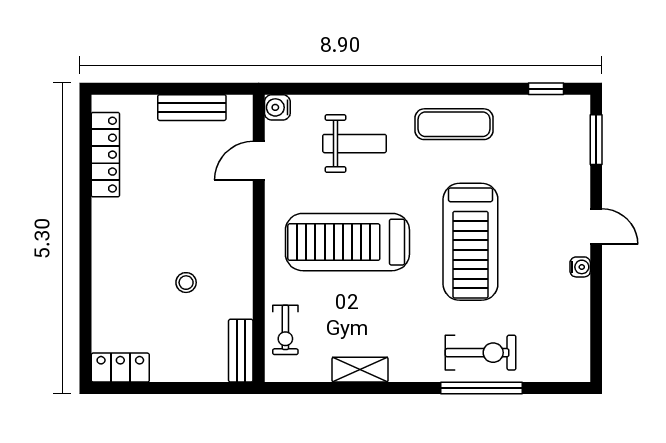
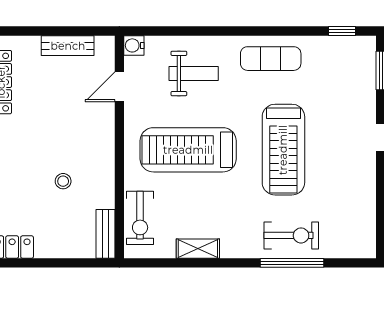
water cooler: (580, 267) -> (368, 169), removed
exercise bike: (285, 330) -> (140, 218), width x1.38, depth x1.39

